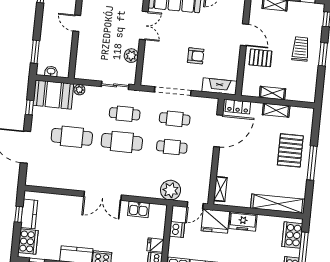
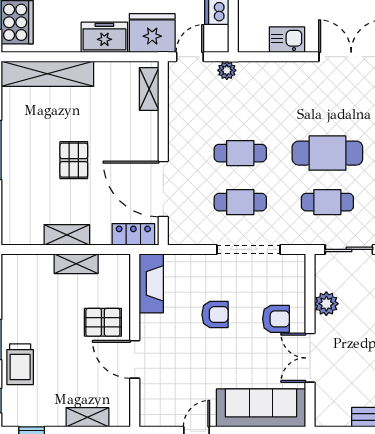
trolley: (301, 49) -> (20, 364), moved
armchair: (161, 50) -> (276, 319), added
armchair: (196, 56) -> (215, 315), turned 180
fireplace: (219, 86) -> (151, 283), moved, turned -90
door: (218, 131) -> (163, 189), hinge flipped
pallet: (290, 150) -> (74, 160), moved, width x0.67, depth x0.71
plant: (171, 190) -> (227, 70), width x0.53, depth x0.53

